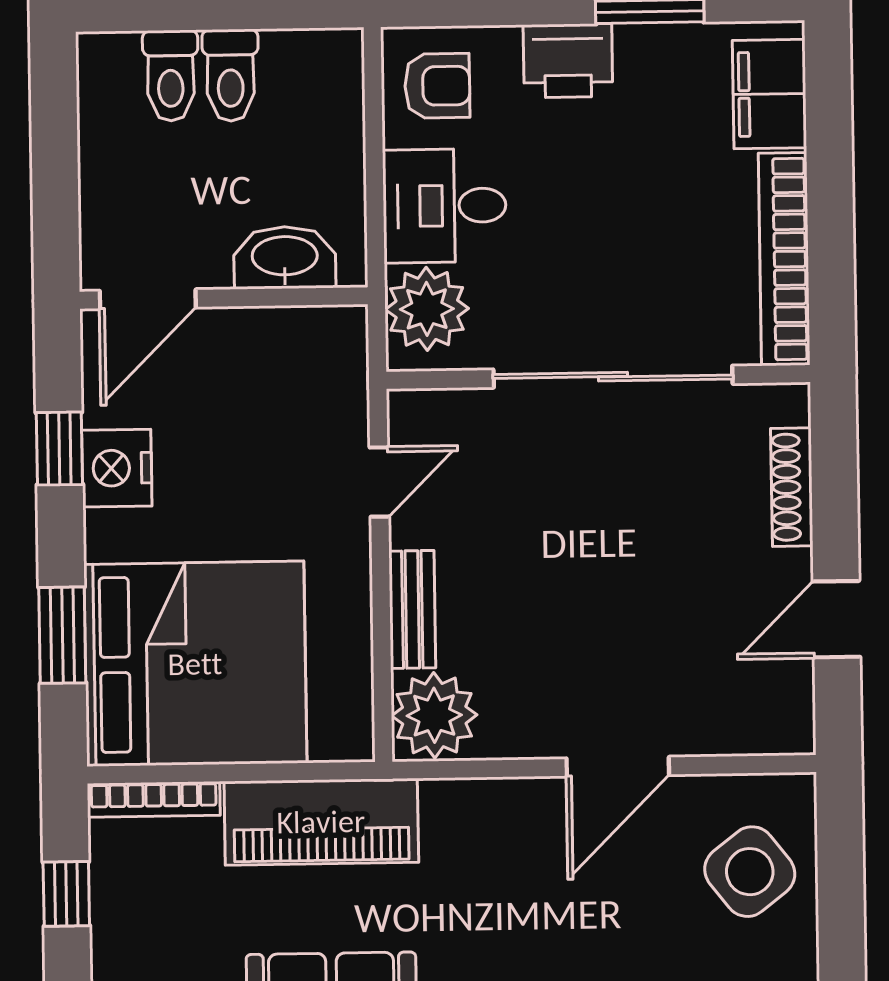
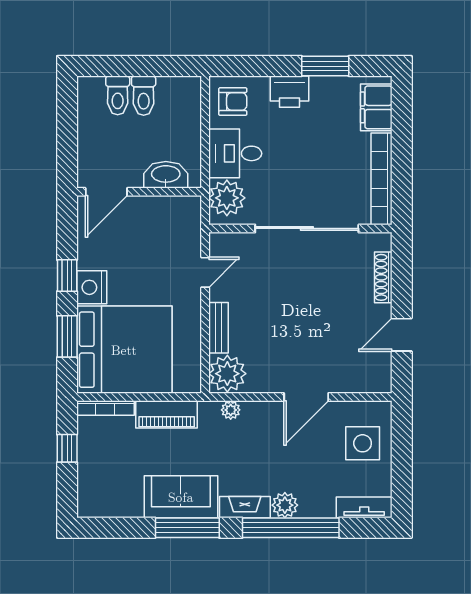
window: (59, 449) -> (67, 276), moved
nightstand: (117, 468) -> (92, 287), moved
plant: (444, 799) -> (231, 410), added
piano: (321, 822) -> (167, 414), width x0.73, depth x0.75
side table: (750, 872) -> (363, 443), turned 38

